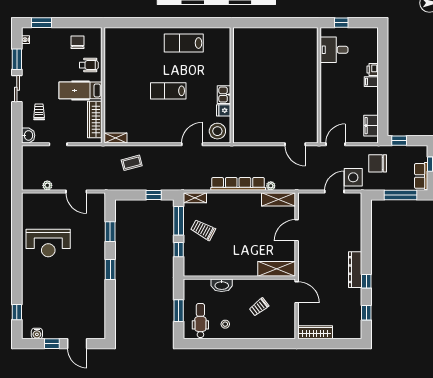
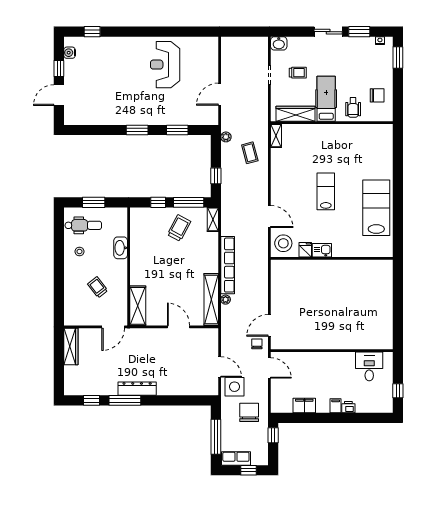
window: (341, 23) -> (398, 391), moved
lab bench: (184, 43) -> (376, 208), width x1.36, depth x1.39
trolley: (39, 112) -> (298, 73), moved
filing cabinet: (371, 126) -> (304, 405), moved
chair: (313, 156) -> (257, 344), added
plant: (47, 185) -> (226, 137), moved
shelving: (279, 199) -> (211, 300), width x1.47
window: (366, 281) -> (125, 400), width x2.17

